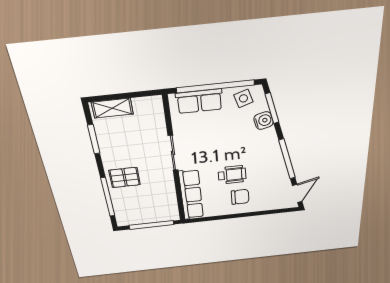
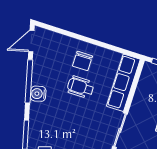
water cooler: (263, 121) -> (38, 94), moved
chair: (240, 197) -> (82, 61), turned -90

